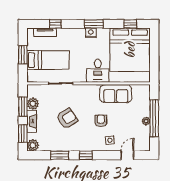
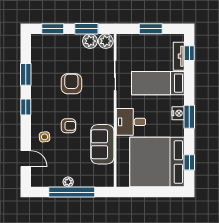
window: (55, 24) -> (189, 53), moved
bed: (48, 60) -> (158, 83), moved, turned 90
armchair: (67, 119) -> (71, 84), turned -147
fireplace: (32, 121) -> (68, 40), removed
plant: (33, 145) -> (106, 41), moved

